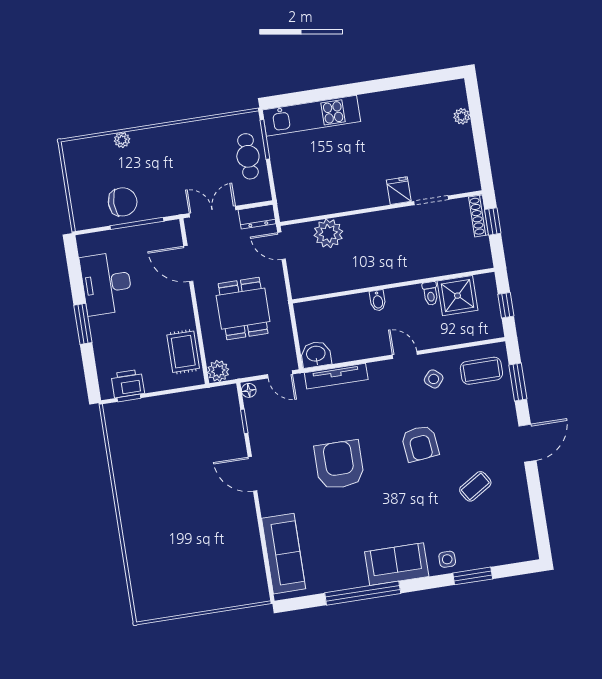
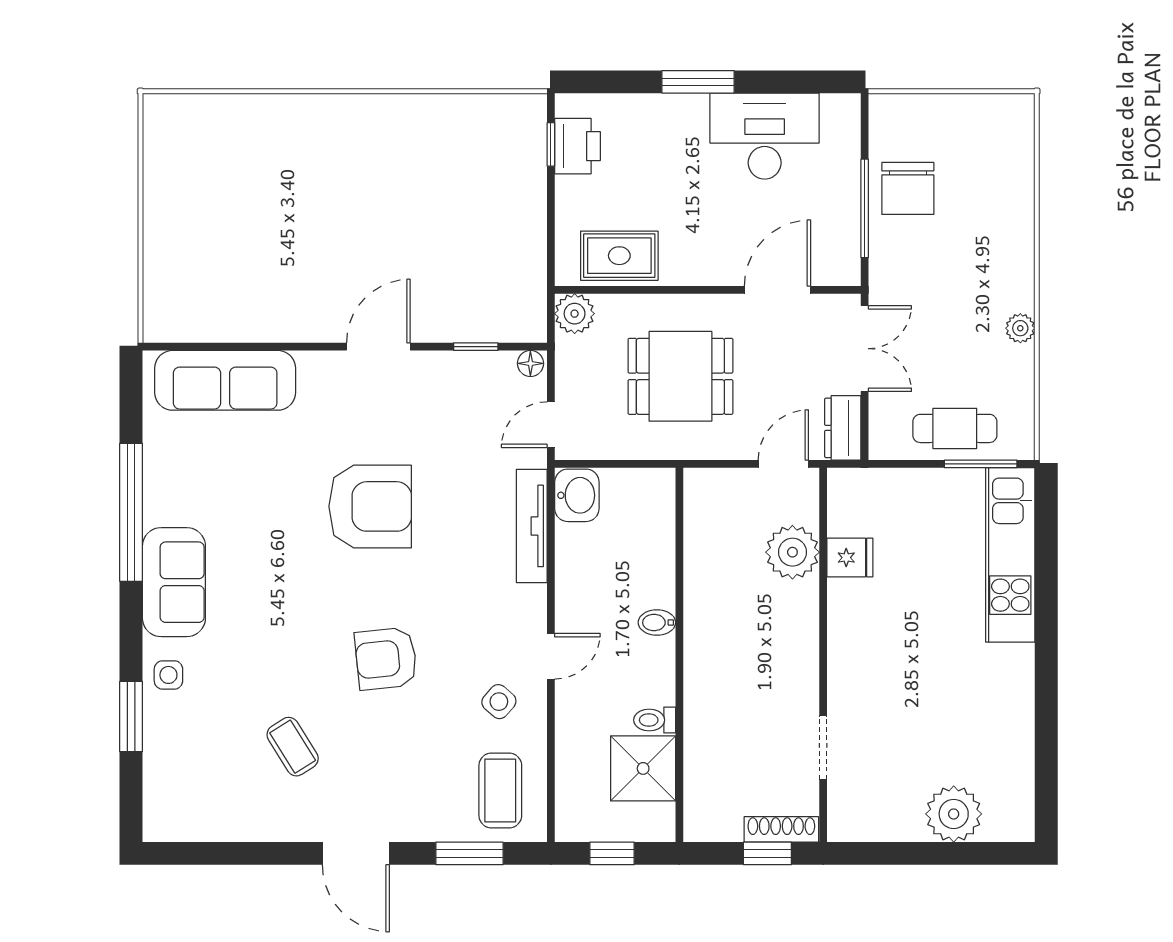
plant: (462, 116) -> (954, 814), width x1.87, depth x1.87
plant: (122, 140) -> (1020, 328), moved
fridge: (399, 191) -> (850, 558), moved

